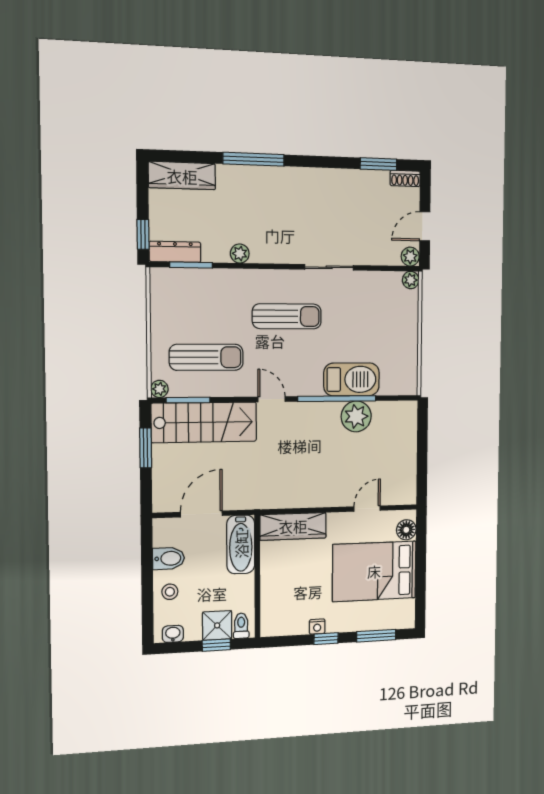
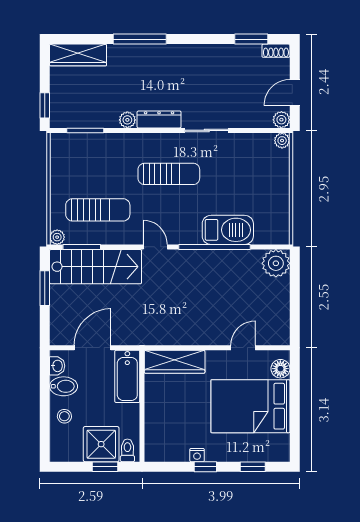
dresser: (175, 252) -> (159, 119), moved
plant: (356, 416) -> (276, 263), moved
shower: (217, 625) -> (101, 444), width x1.36, depth x1.36
washbasin: (173, 634) -> (57, 366), moved, turned 90
window: (376, 636) -> (253, 467), width x0.67

